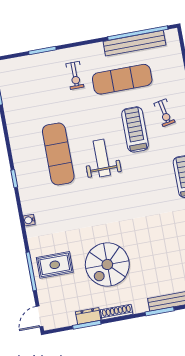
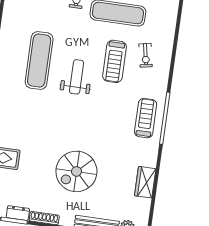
treadmill: (135, 129) -> (115, 61), turned 180
spiral stairs: (107, 264) -> (76, 171), moved

